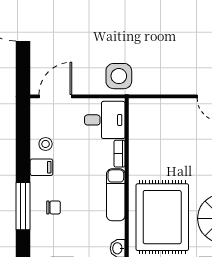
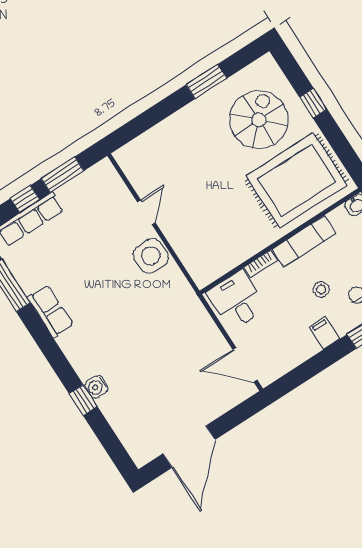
side table: (119, 76) -> (151, 256), moved
stool: (46, 144) -> (321, 289), moved

